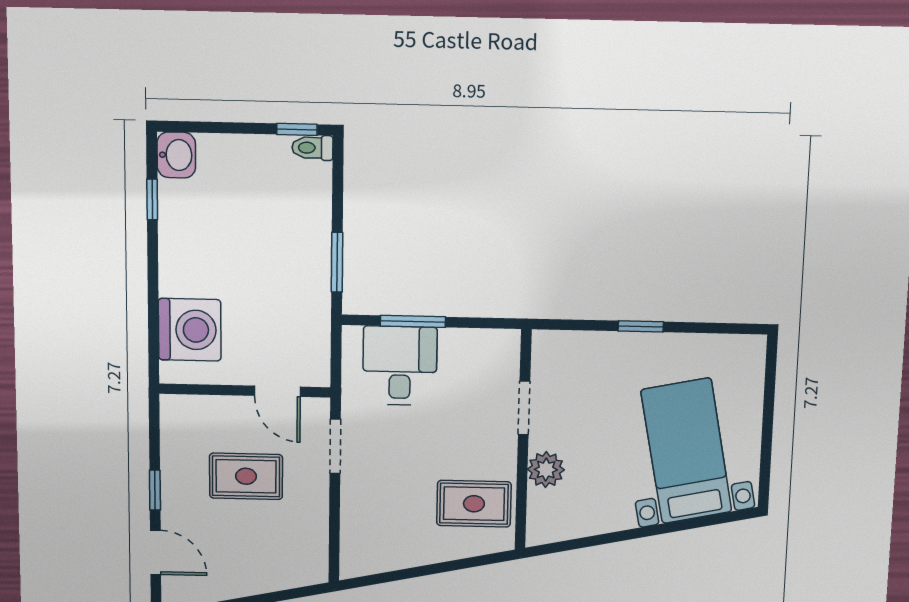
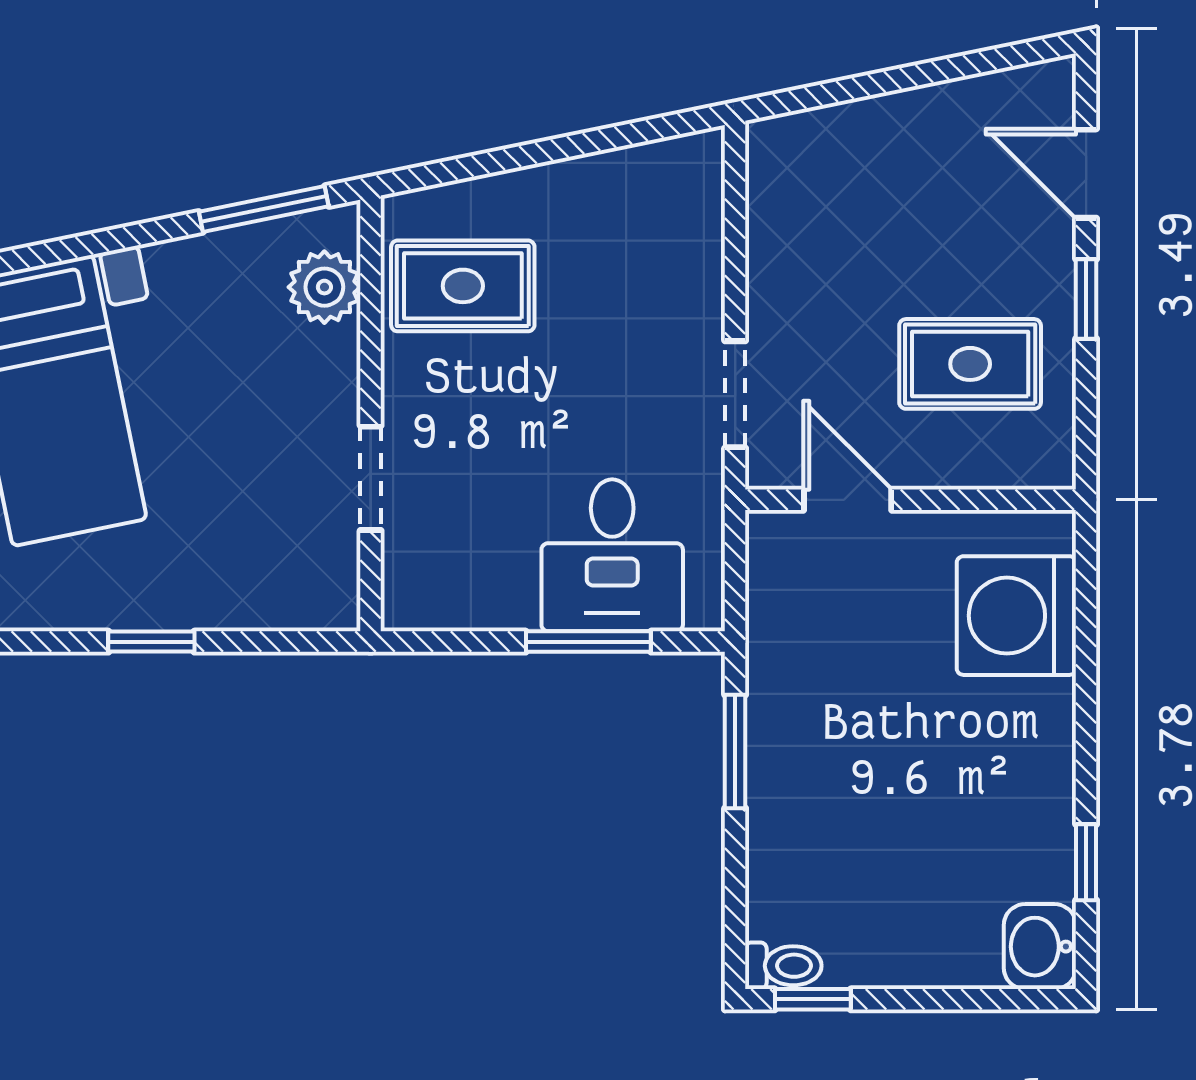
plant: (546, 470) -> (324, 287), moved
rug: (246, 476) -> (970, 364), moved
window: (574, 544) -> (264, 209), added

